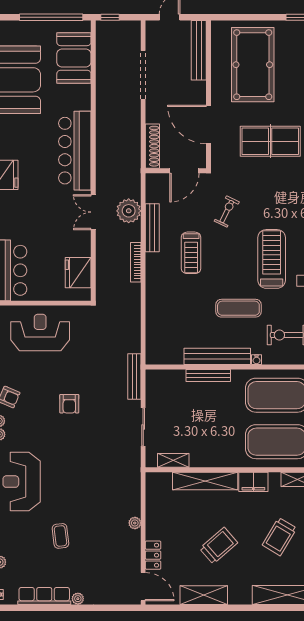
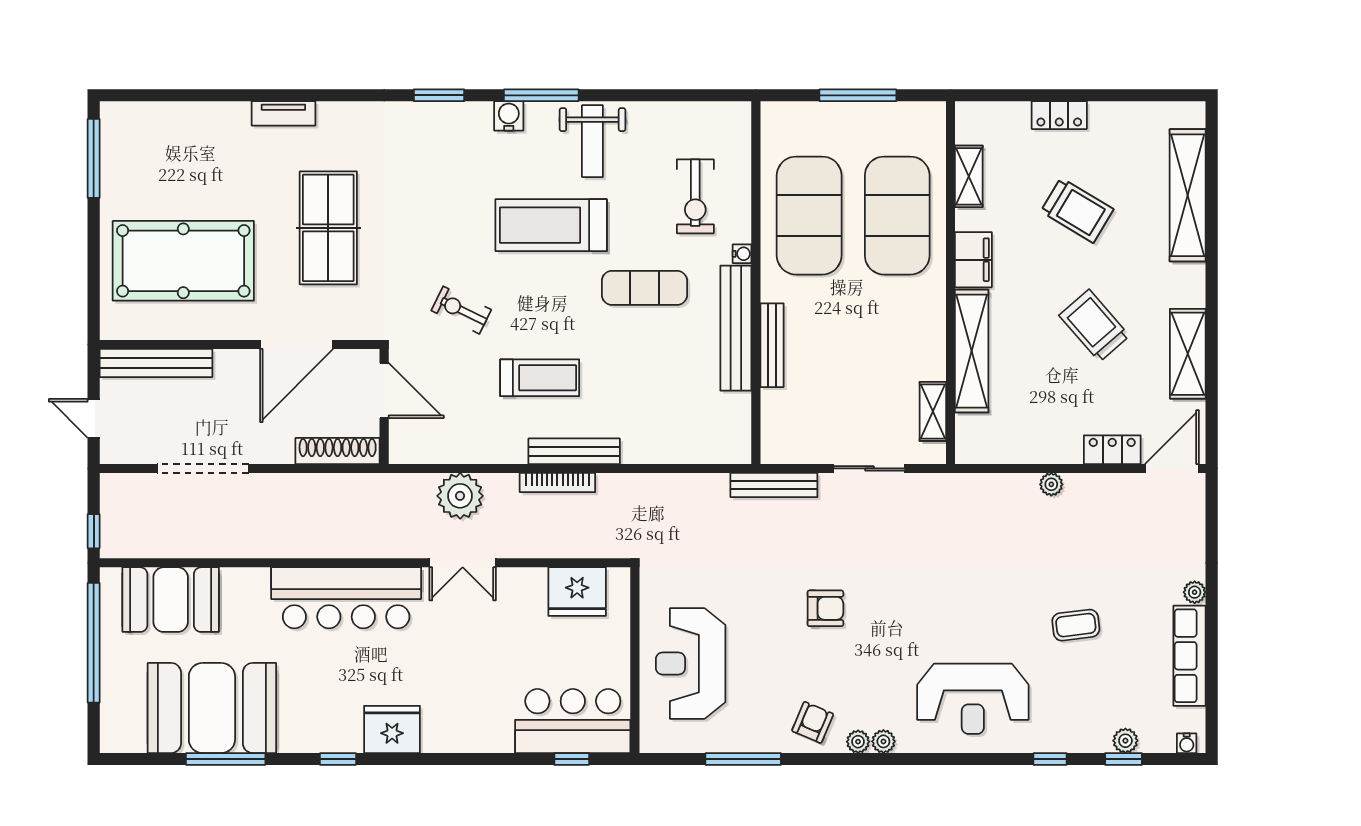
bench: (152, 228) -> (574, 451), moved
exercise mat: (238, 308) -> (644, 288), turned 90

